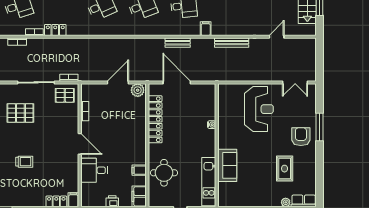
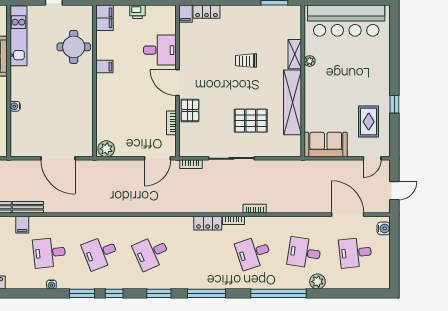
bench: (178, 43) -> (28, 207), moved
door: (118, 82) -> (158, 158), moved
pallet: (65, 95) -> (190, 110), moved, turned 90
locker: (155, 119) -> (85, 113), removed
filing cabinet: (139, 170) -> (104, 67), moved

